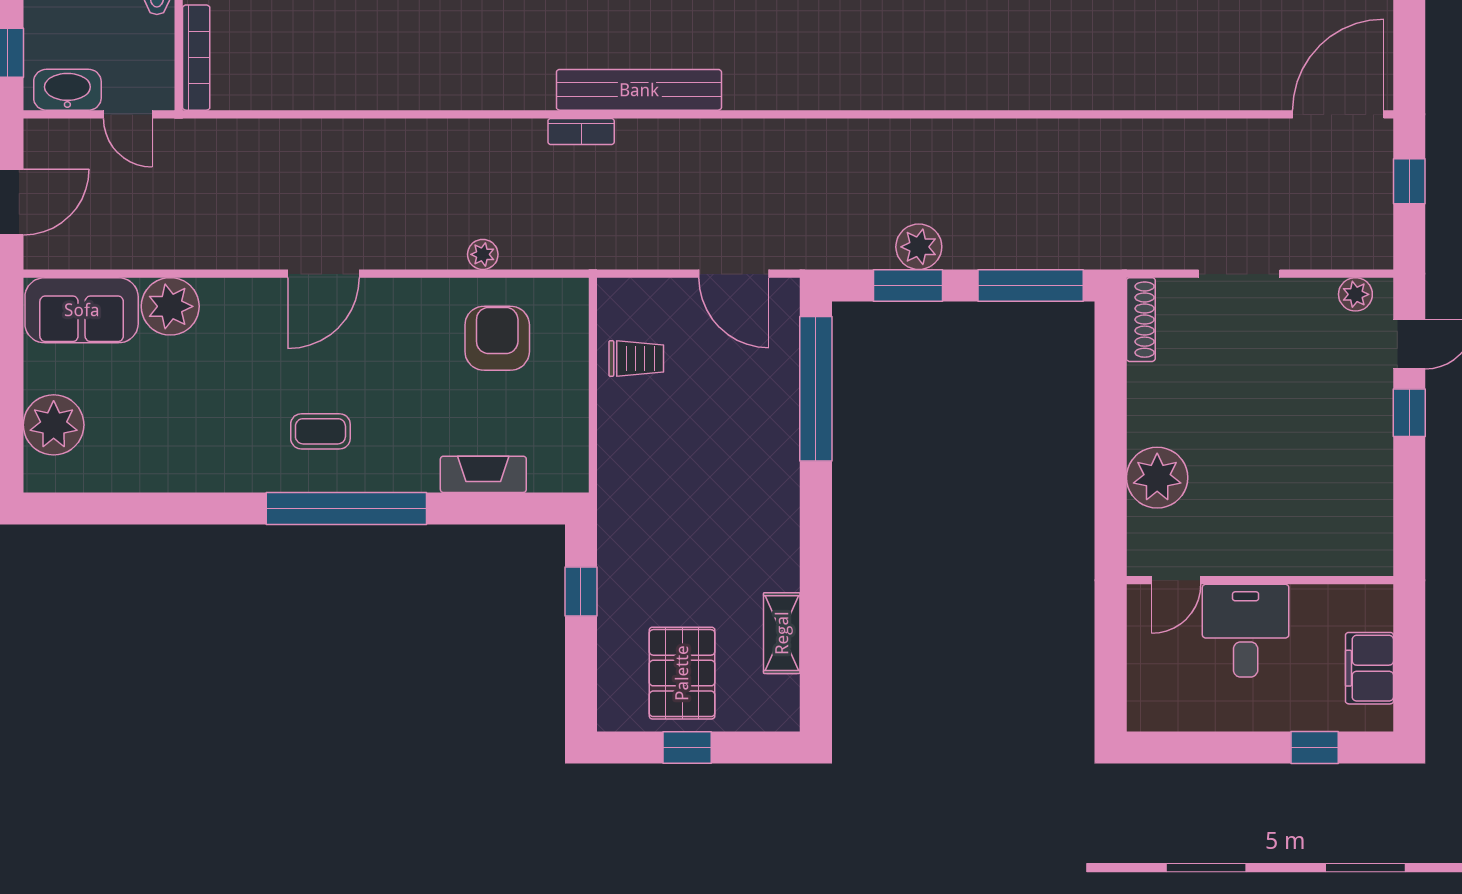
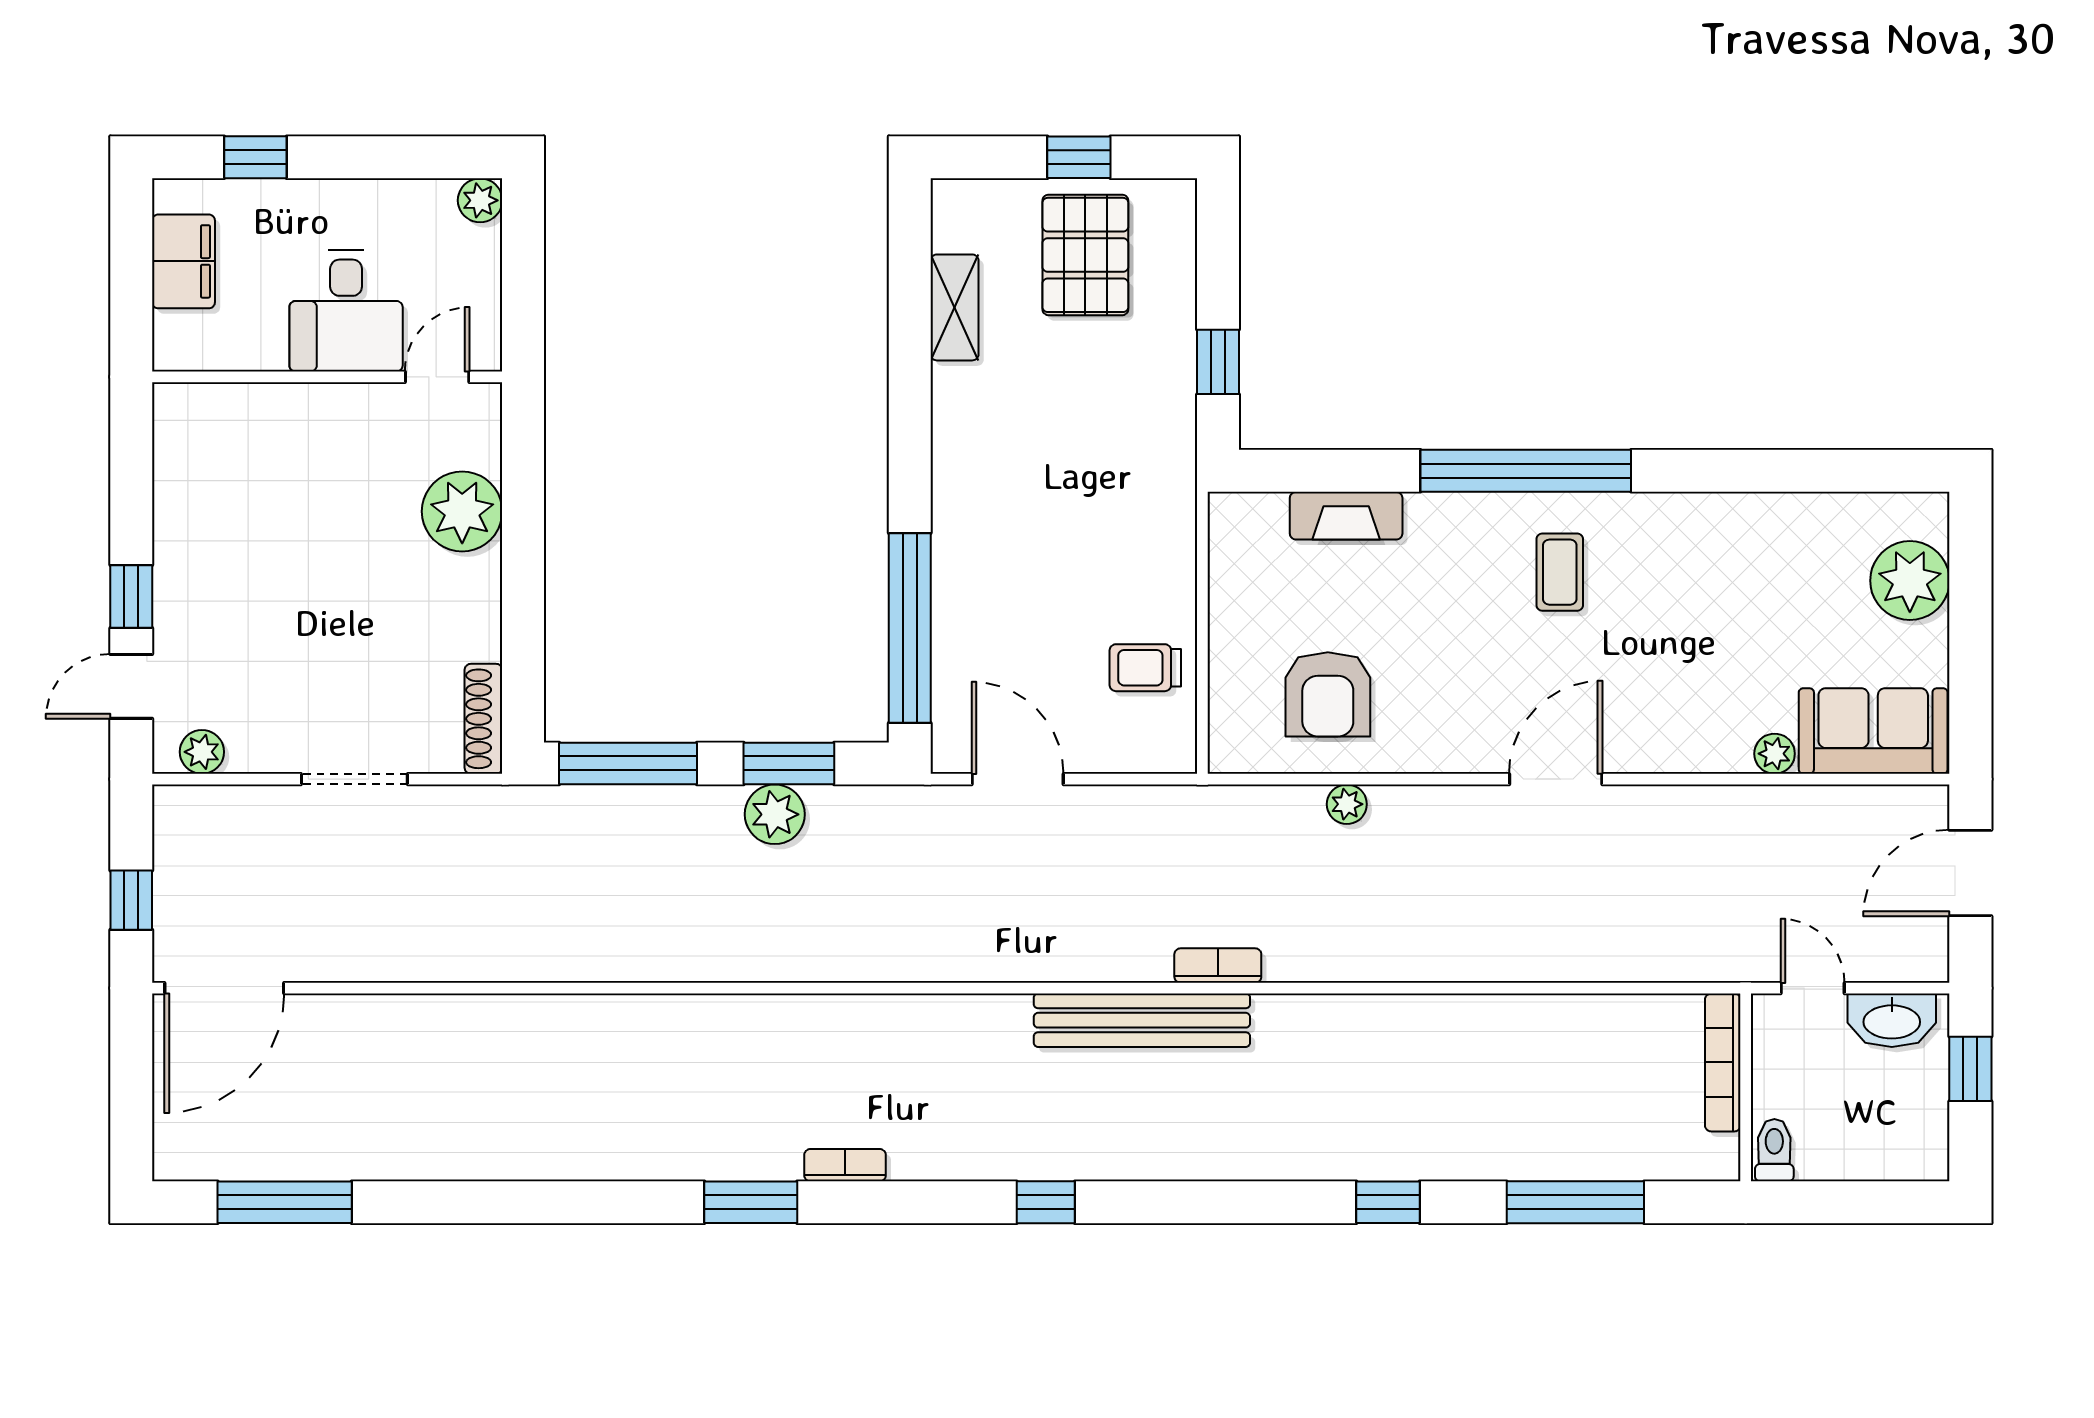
plant: (170, 306) -> (1775, 754), width x0.53, depth x0.53
coffee table: (320, 431) -> (1560, 572), turned 90
plant: (1143, 715) -> (480, 200), added

